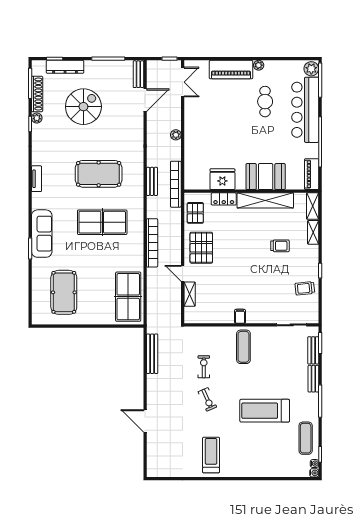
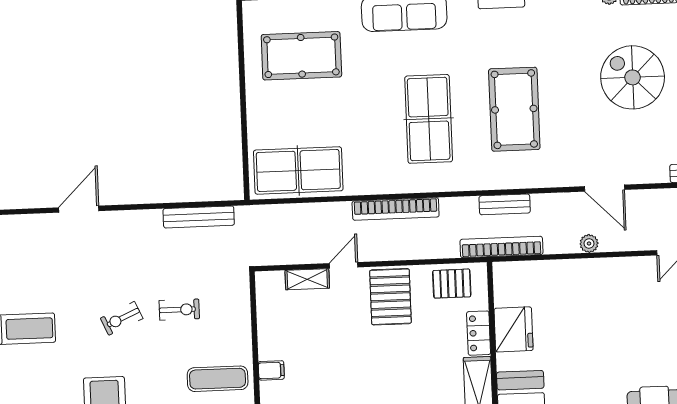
door: (145, 100) -> (604, 188), moved
spiral stairs: (83, 107) -> (633, 77), turned 180
pallet: (201, 248) -> (390, 297), turned 90

